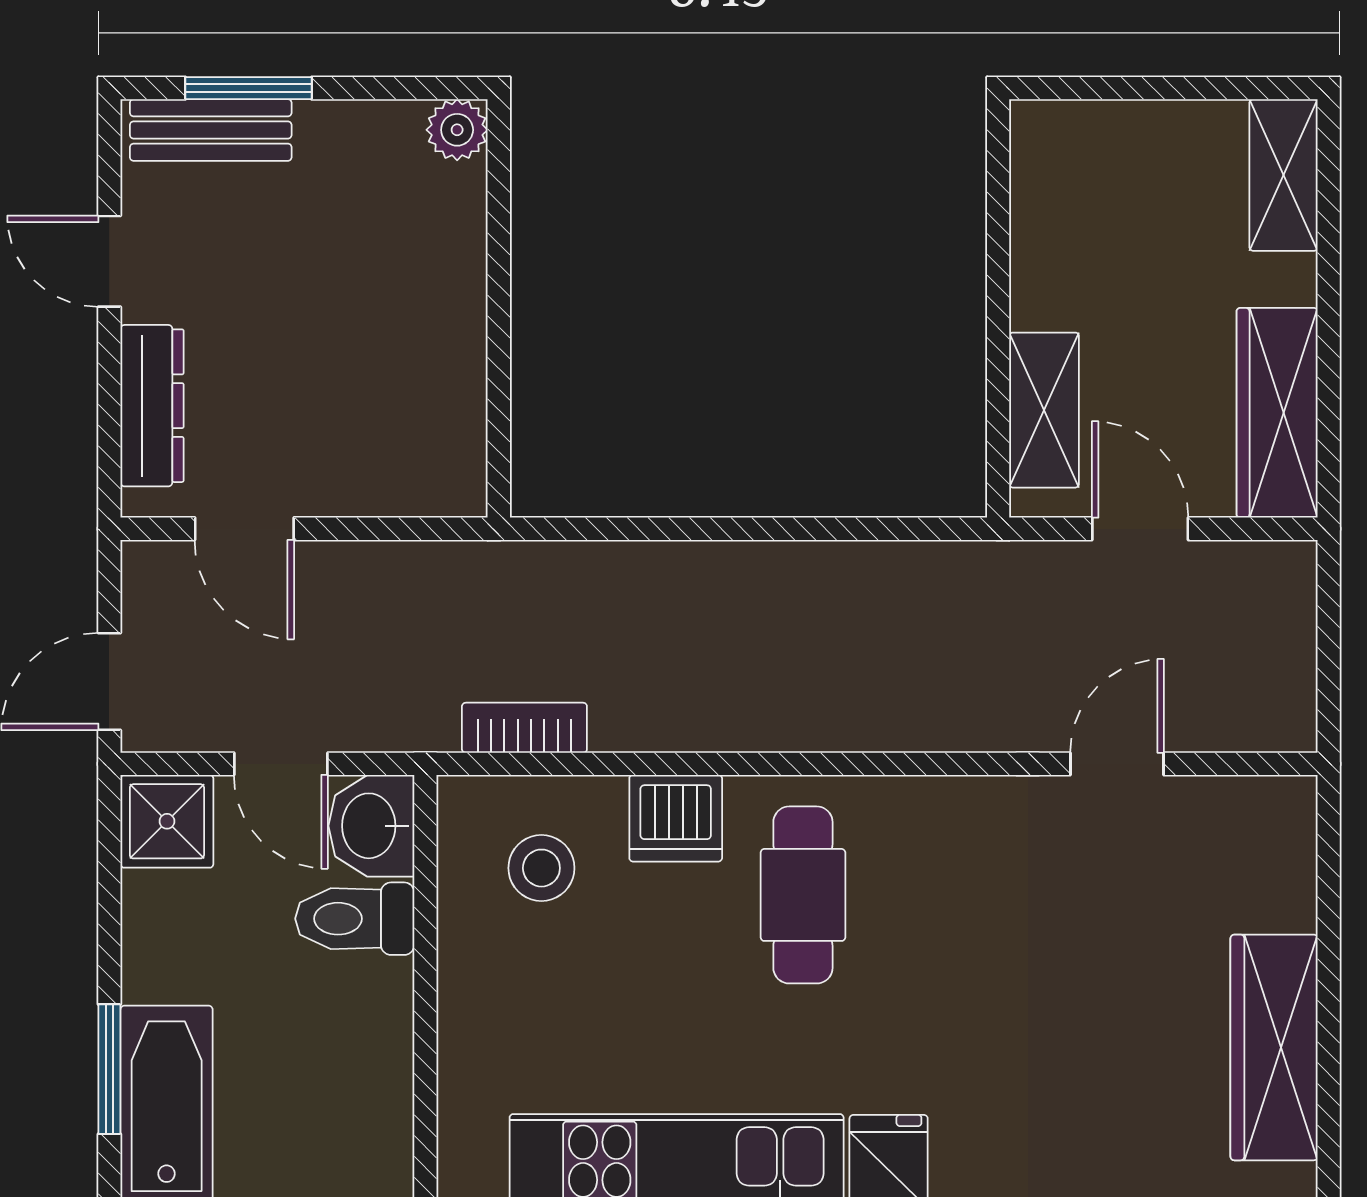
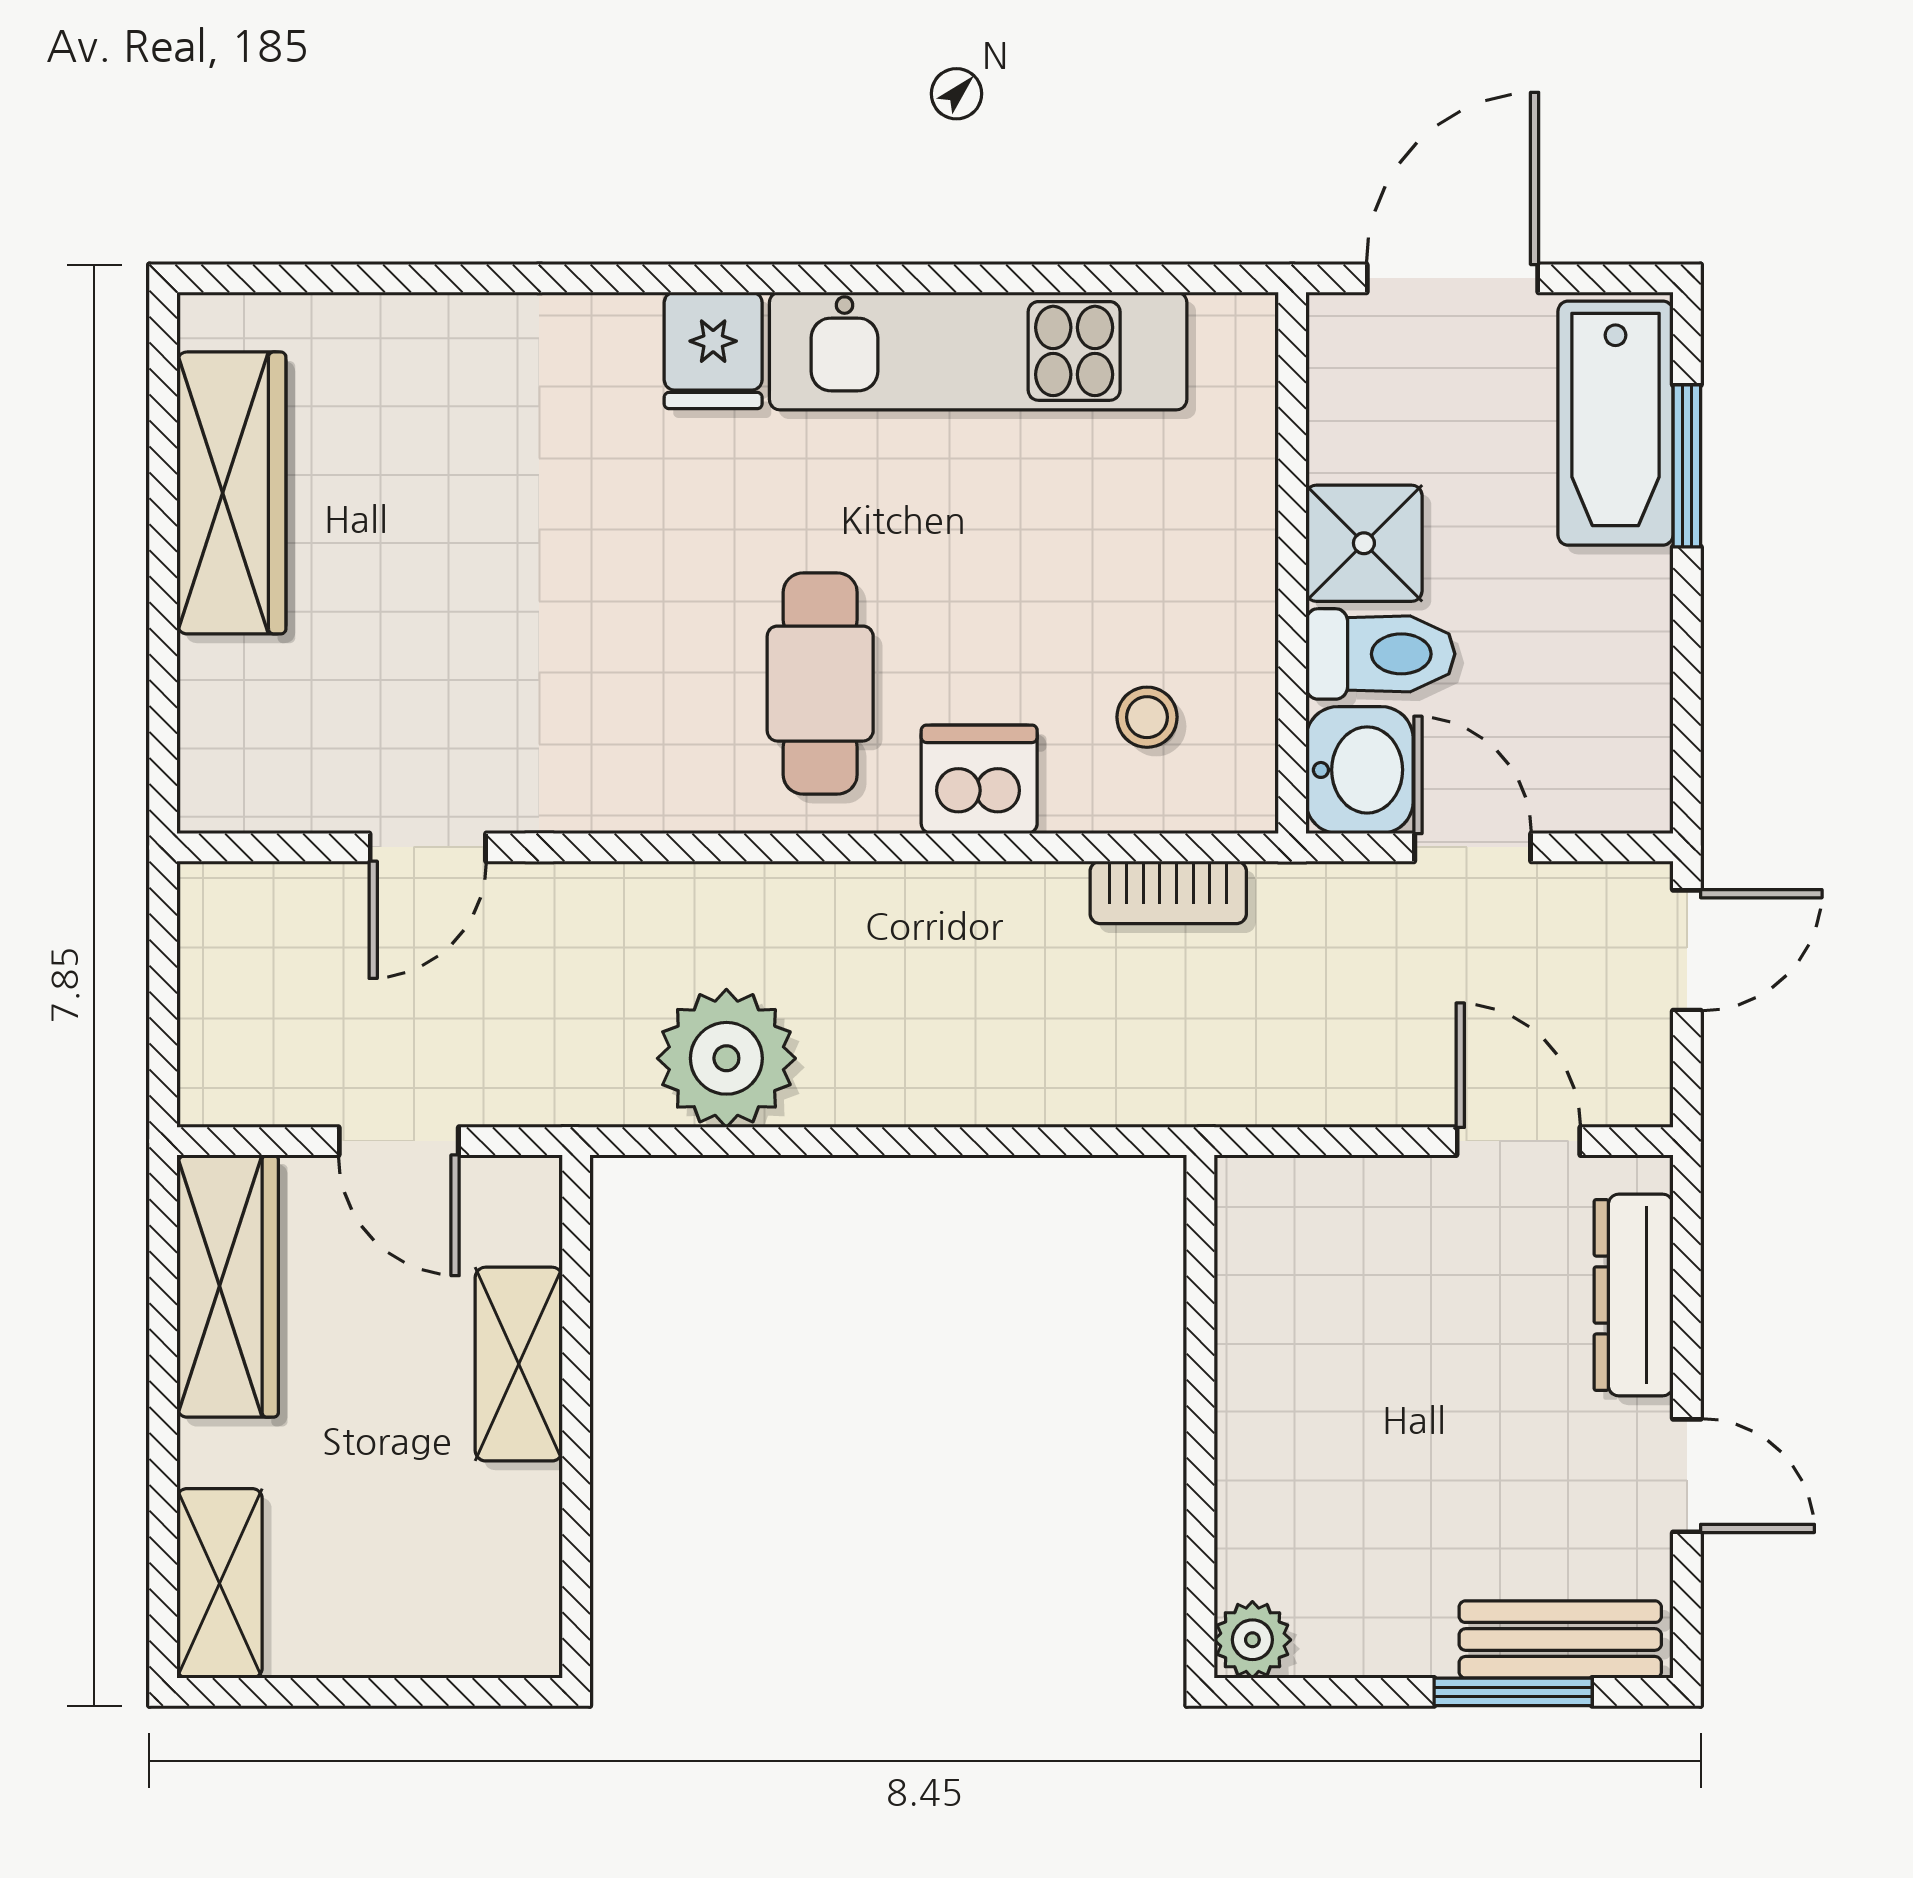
shelving: (1044, 410) -> (519, 1364), moved
plant: (878, 595) -> (726, 1058), added
shower: (167, 821) -> (1364, 543), moved
stool: (541, 868) -> (1147, 717), width x0.73, depth x0.73

